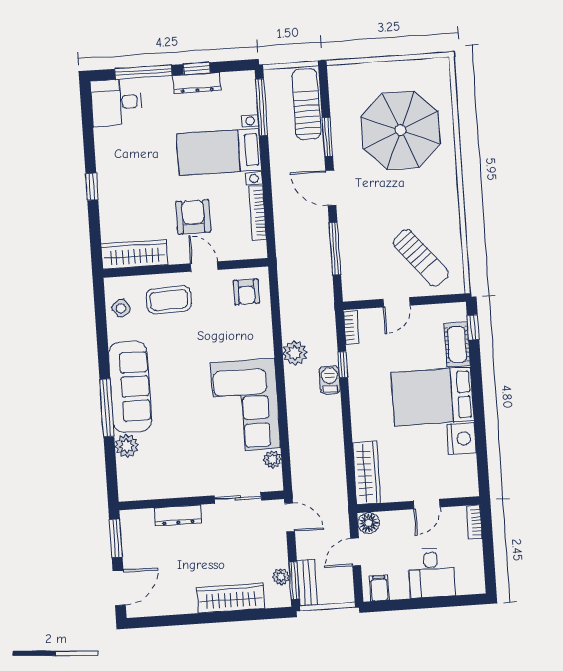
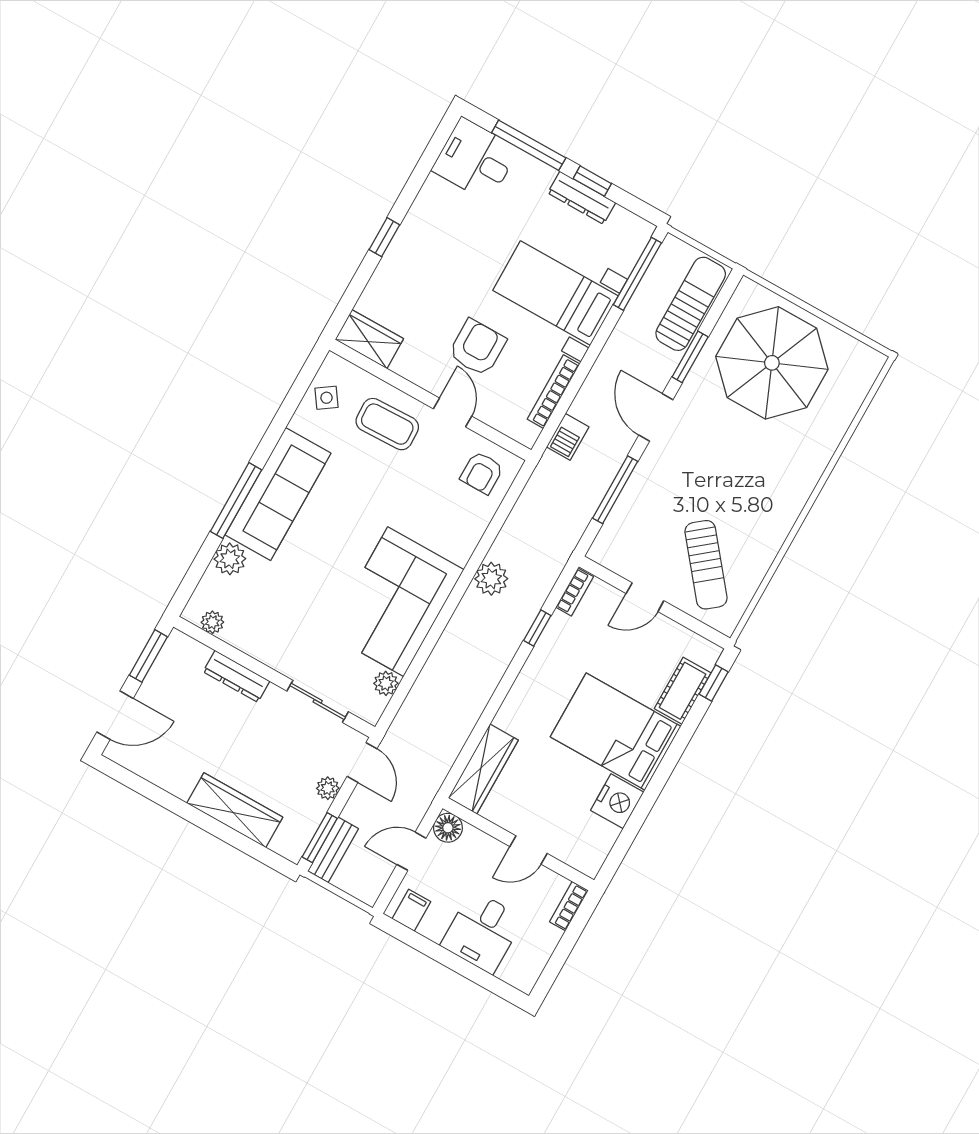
parasol: (401, 130) -> (772, 363), moved
wardrobe: (135, 254) -> (369, 339), width x0.67
barbecue: (330, 380) -> (568, 437), moved, turned 180
plant: (141, 492) -> (212, 622), added
plant: (281, 577) -> (328, 788), moved

